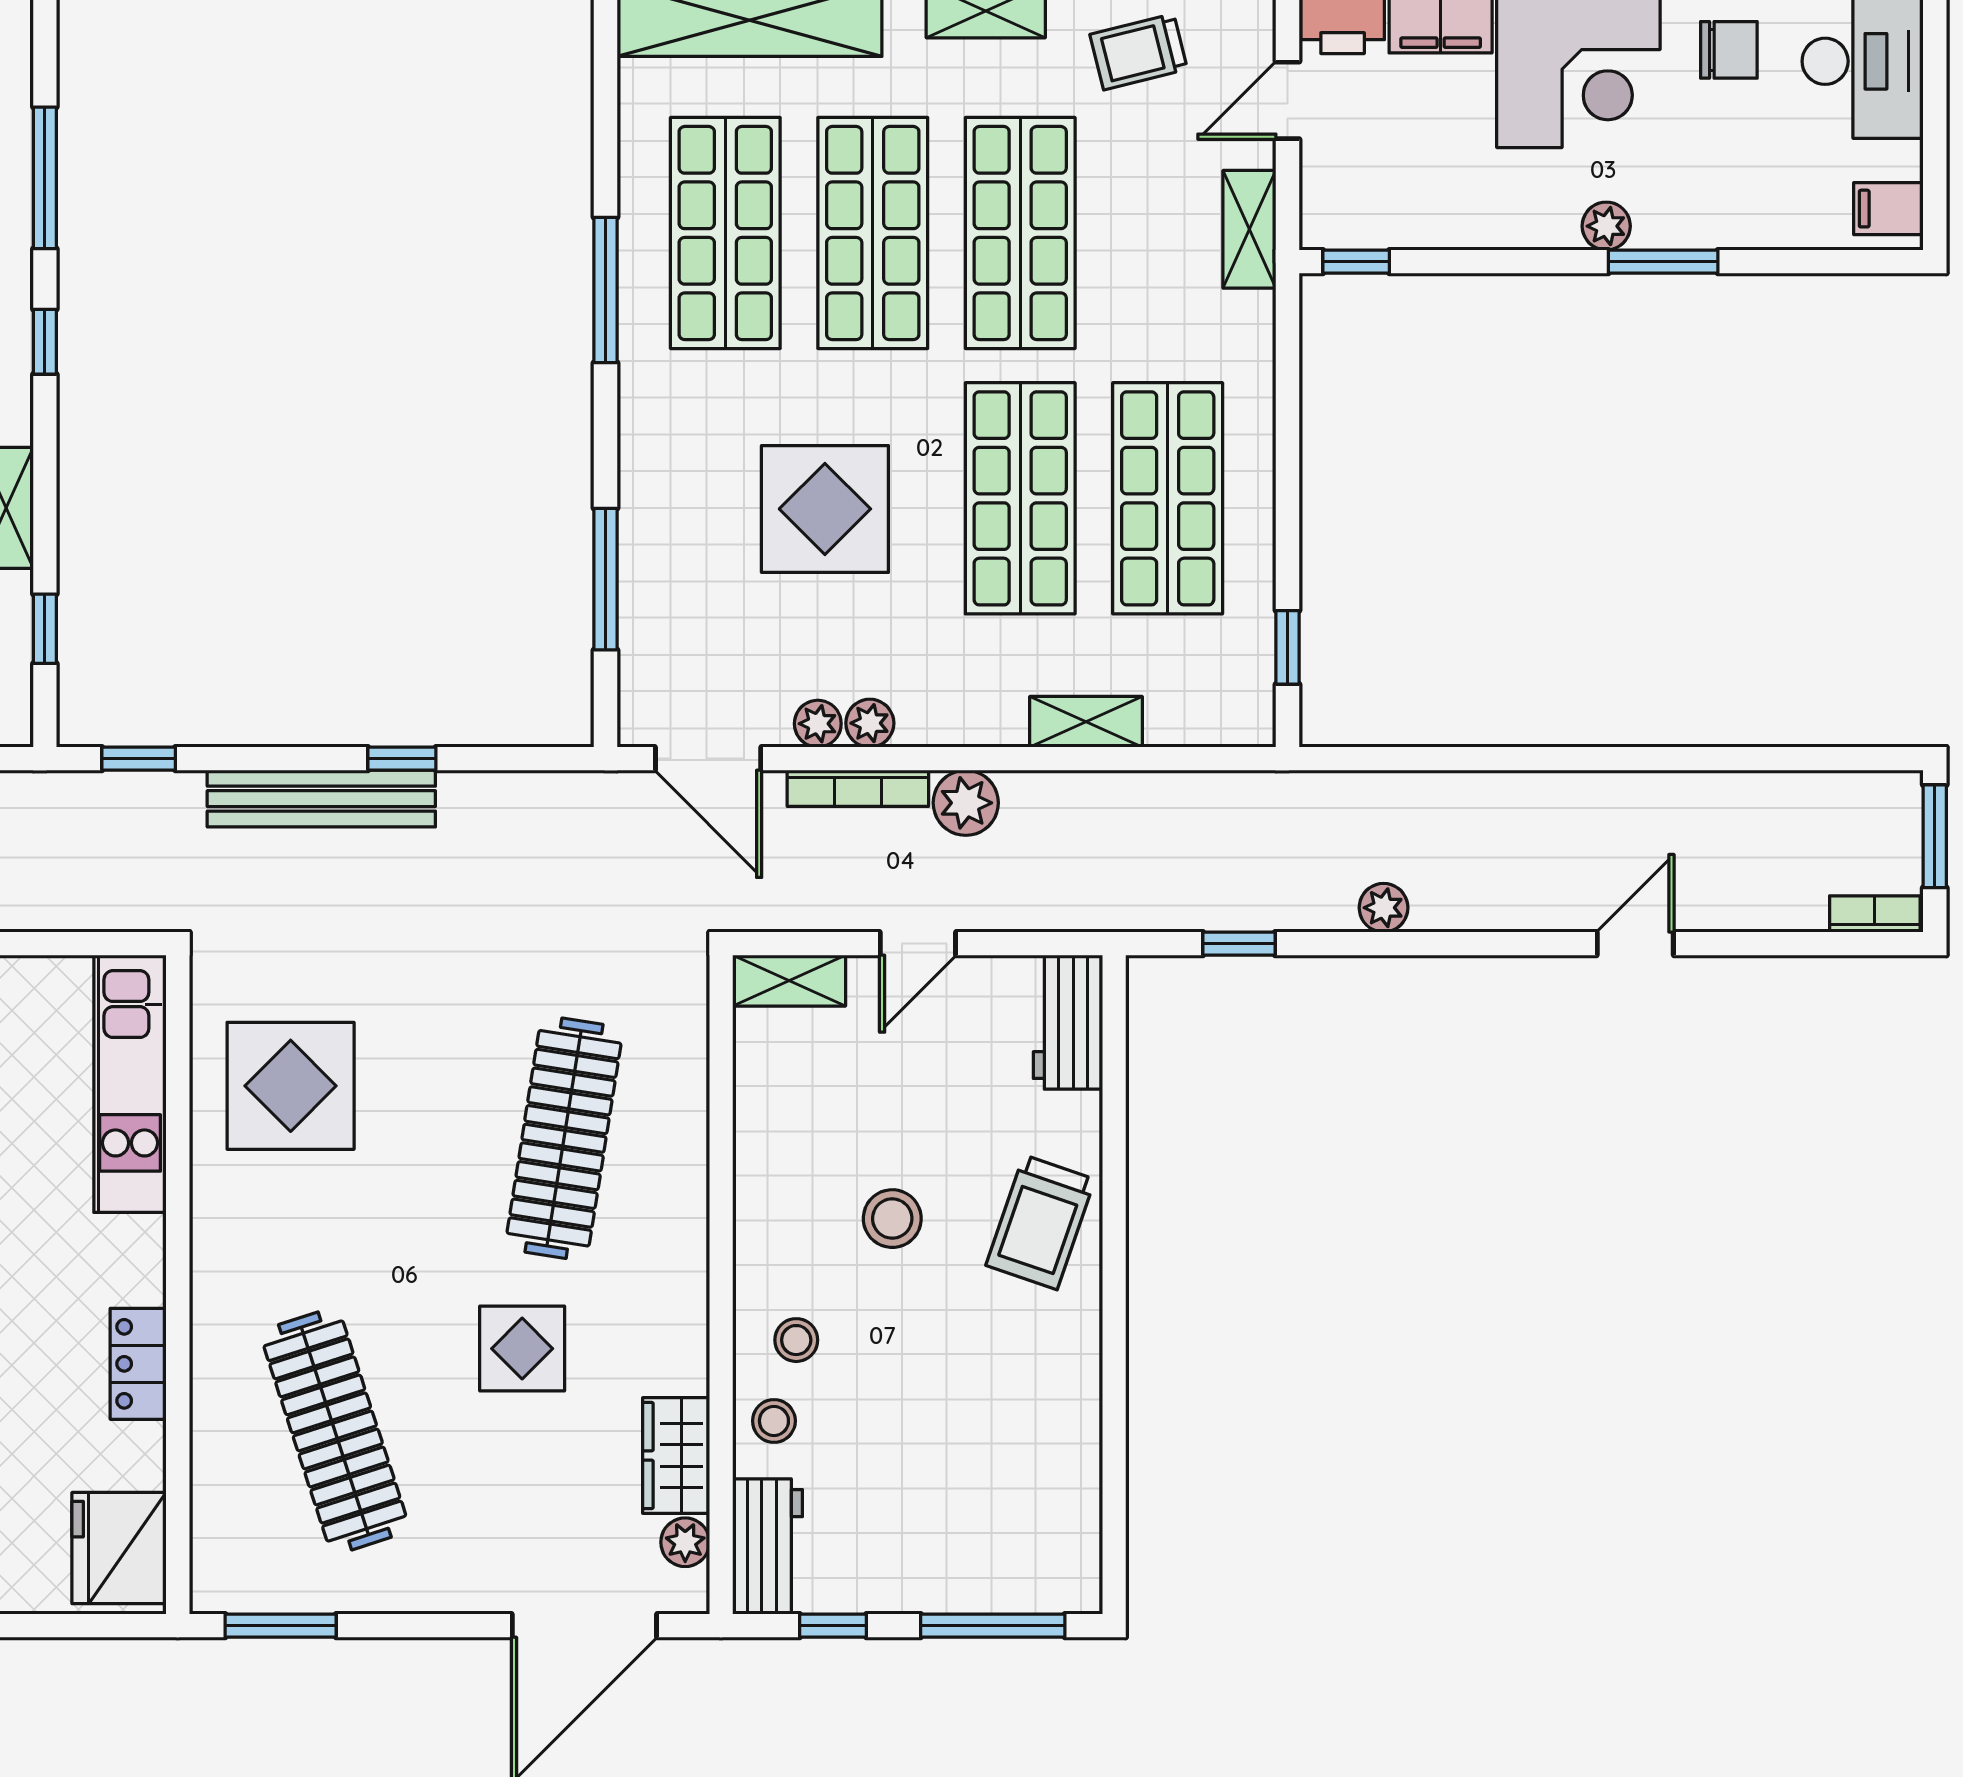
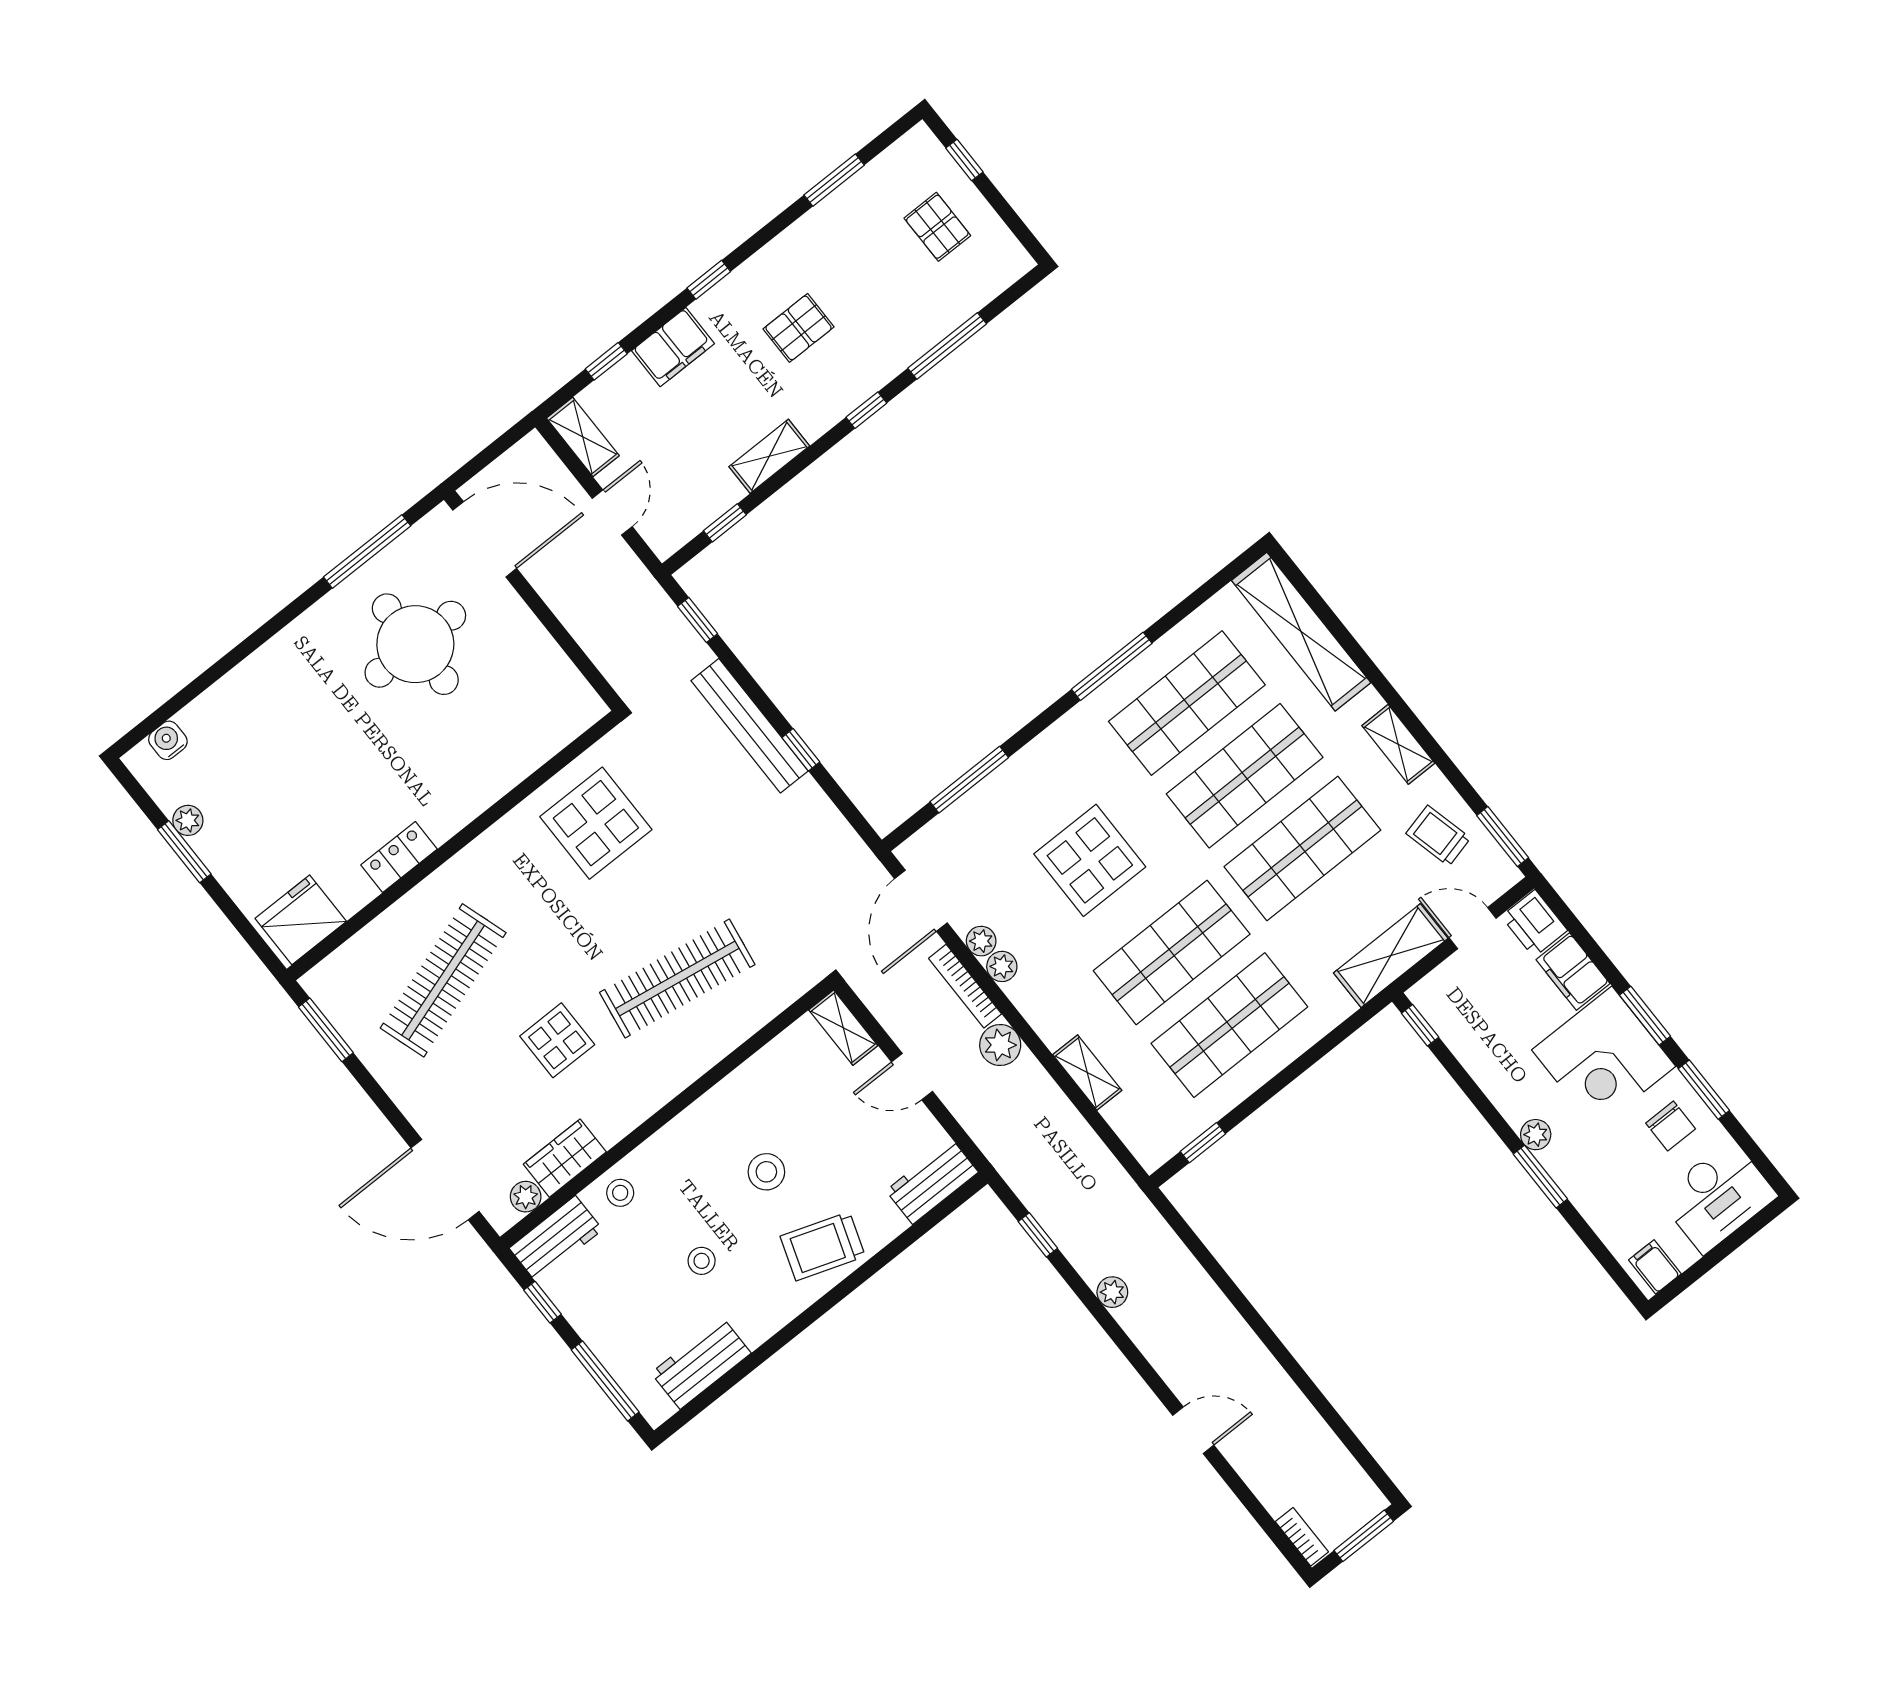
shelving: (1249, 229) -> (1391, 956), width x1.50, depth x1.33
kitchen unit: (130, 1084) -> (534, 743), removed
stool: (796, 1340) -> (702, 1261), moved
workbench: (1065, 1489) -> (701, 1363), added

